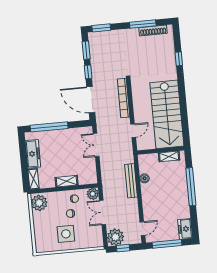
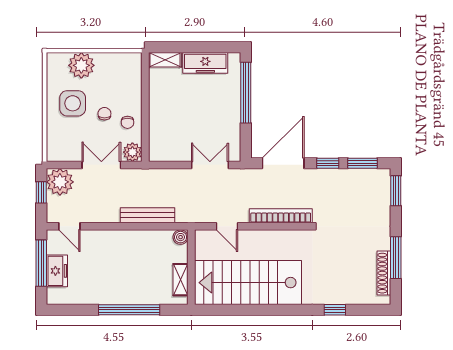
boiler: (144, 178) -> (181, 237), moved
shelving: (67, 181) -> (157, 112), removed
plant: (39, 203) -> (81, 65), moved
freezer: (185, 229) -> (57, 271), moved, turned 90

